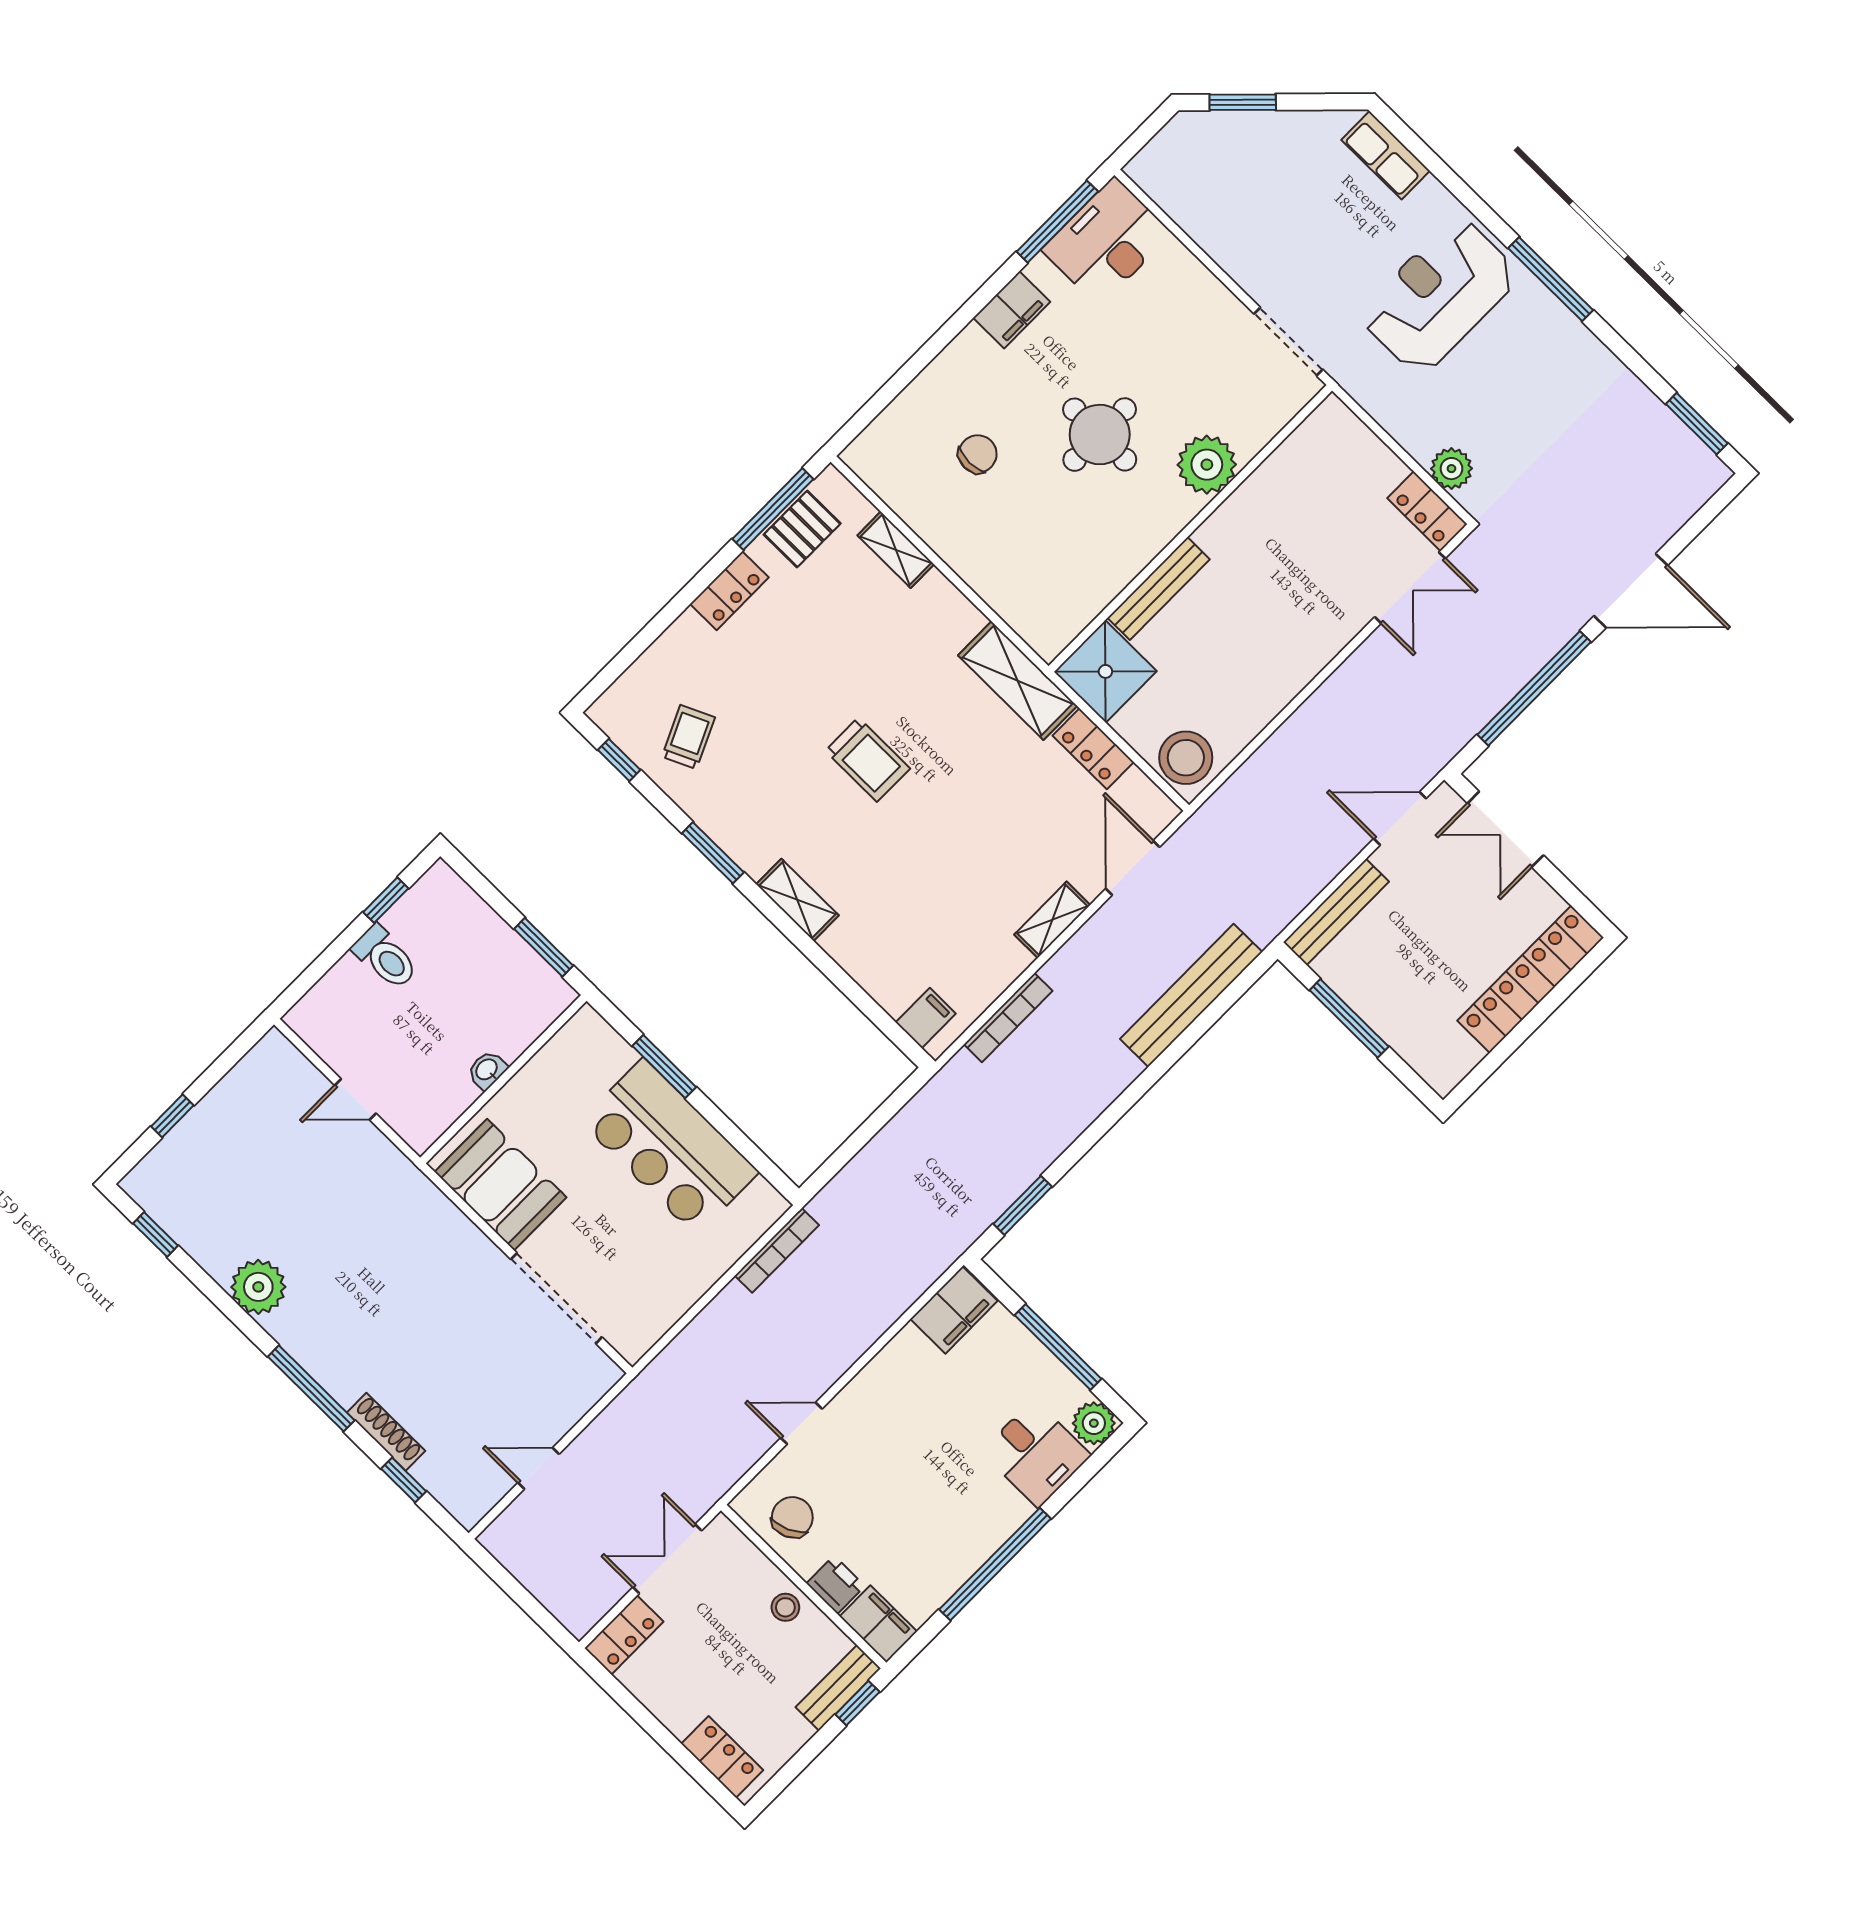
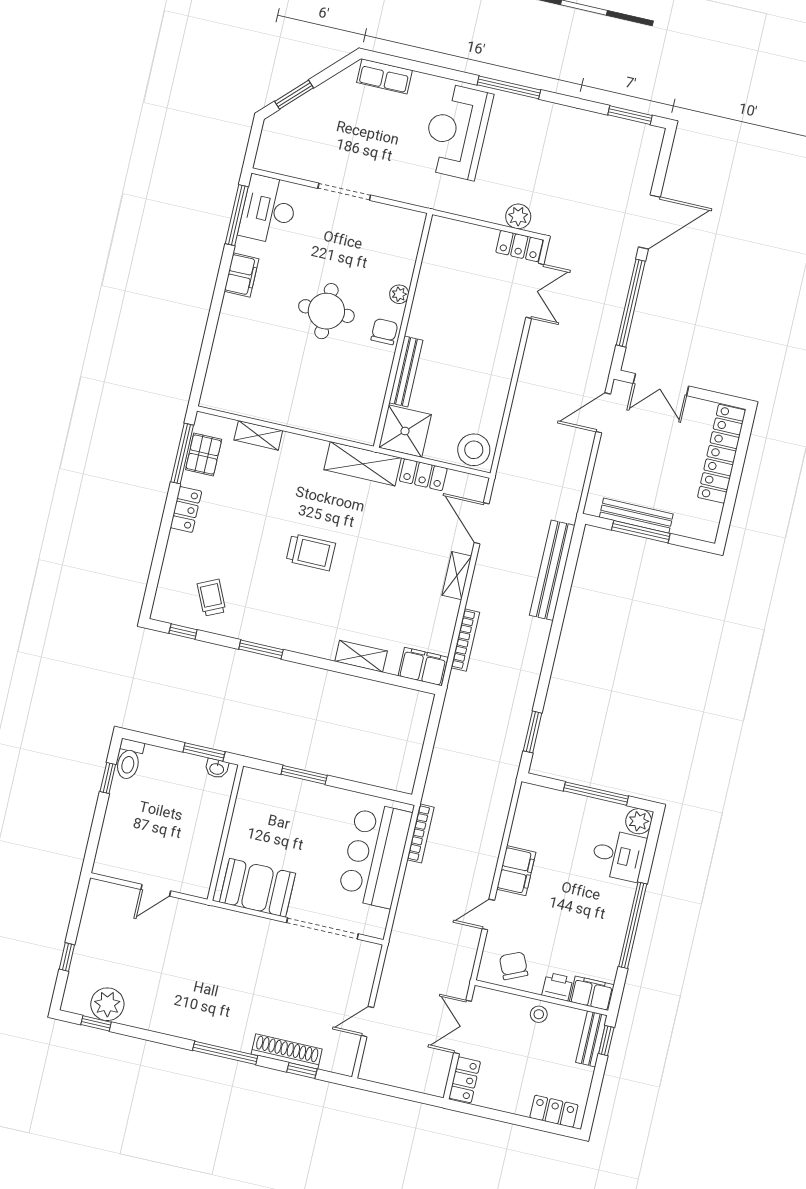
doorway: (1288, 342) -> (344, 192), moved
chair: (978, 454) -> (384, 332), moved
plant: (1207, 465) -> (399, 294), width x0.53, depth x0.53
shelving: (797, 900) -> (361, 656), moved
bench: (1336, 912) -> (636, 516), moved, turned 90
toilet: (385, 957) -> (129, 759), moved, turned 90
filing cabinet: (926, 1018) -> (423, 667), width x2.00
washbasin: (487, 1070) -> (217, 768), moved, turned -90
bar counter: (669, 1147) -> (375, 855), moved, turned 90
plant: (258, 1287) -> (107, 1004), moved
filing cabinet: (954, 1310) -> (516, 871), moved
shoe rack: (386, 1432) -> (287, 1051), width x1.36, depth x1.24

